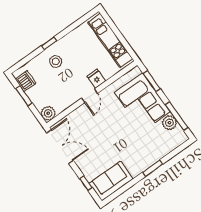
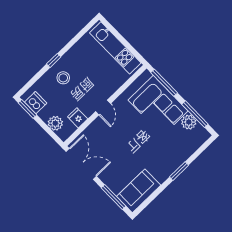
fridge: (96, 79) -> (78, 118), moved
window: (152, 81) -> (164, 83), width x1.44
window: (24, 96) -> (27, 109), moved
plant: (48, 113) -> (55, 123), moved
window: (86, 183) -> (113, 197), width x2.17

